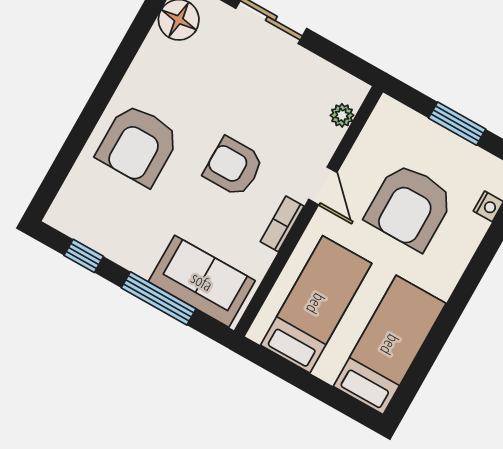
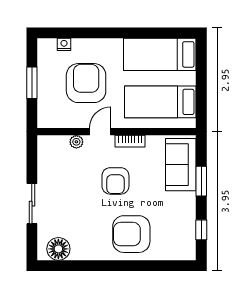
plant: (342, 115) -> (76, 142), moved
armchair: (138, 145) -> (131, 234), turned 180
armchair: (410, 207) -> (86, 83), turned -90
window: (159, 298) -> (201, 181), width x0.69

